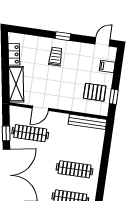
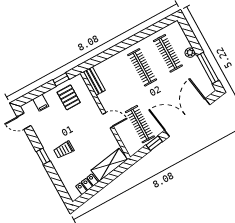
door: (40, 108) -> (108, 120), moved
bench: (88, 122) -> (94, 81), width x0.73

